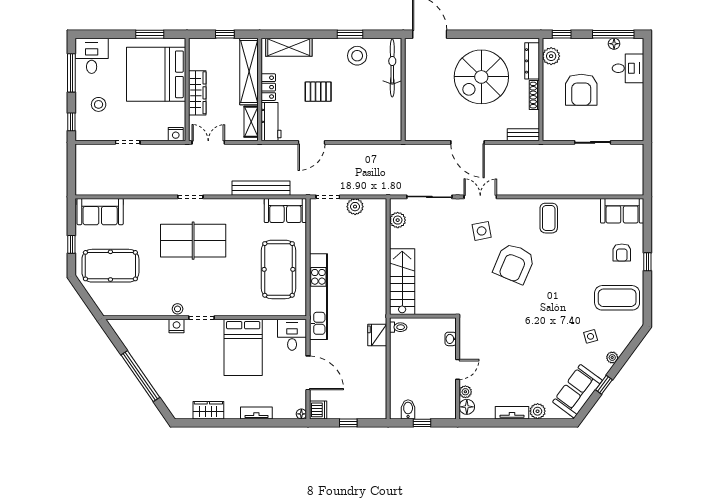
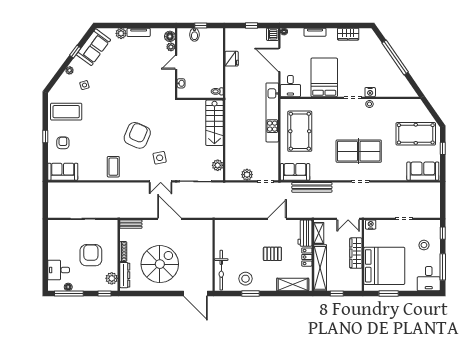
fridge: (377, 335) -> (232, 59), moved
bidet: (408, 409) -> (194, 35), moved

